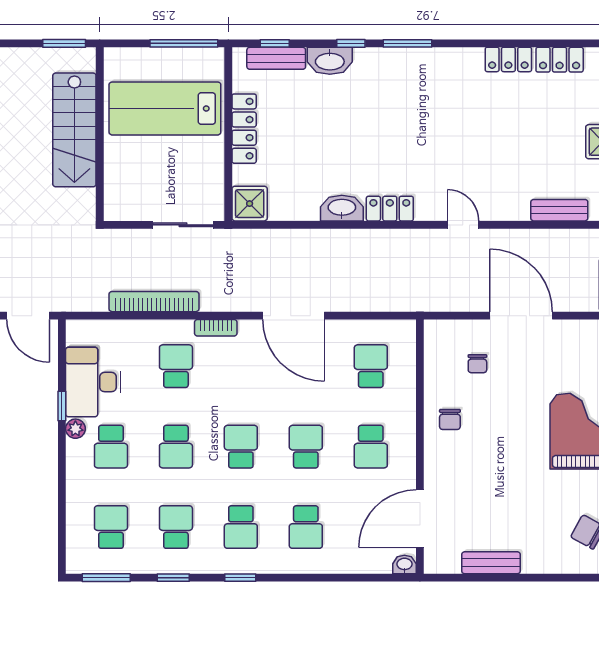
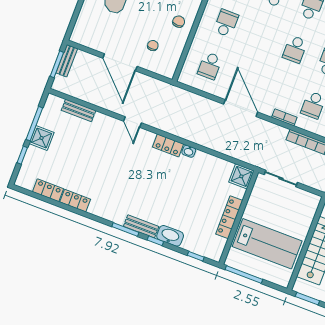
bench: (276, 58) -> (141, 226), moved
washbasin: (342, 208) -> (189, 151), width x0.52, depth x0.69
school desk: (306, 447) -> (260, 36), removed

